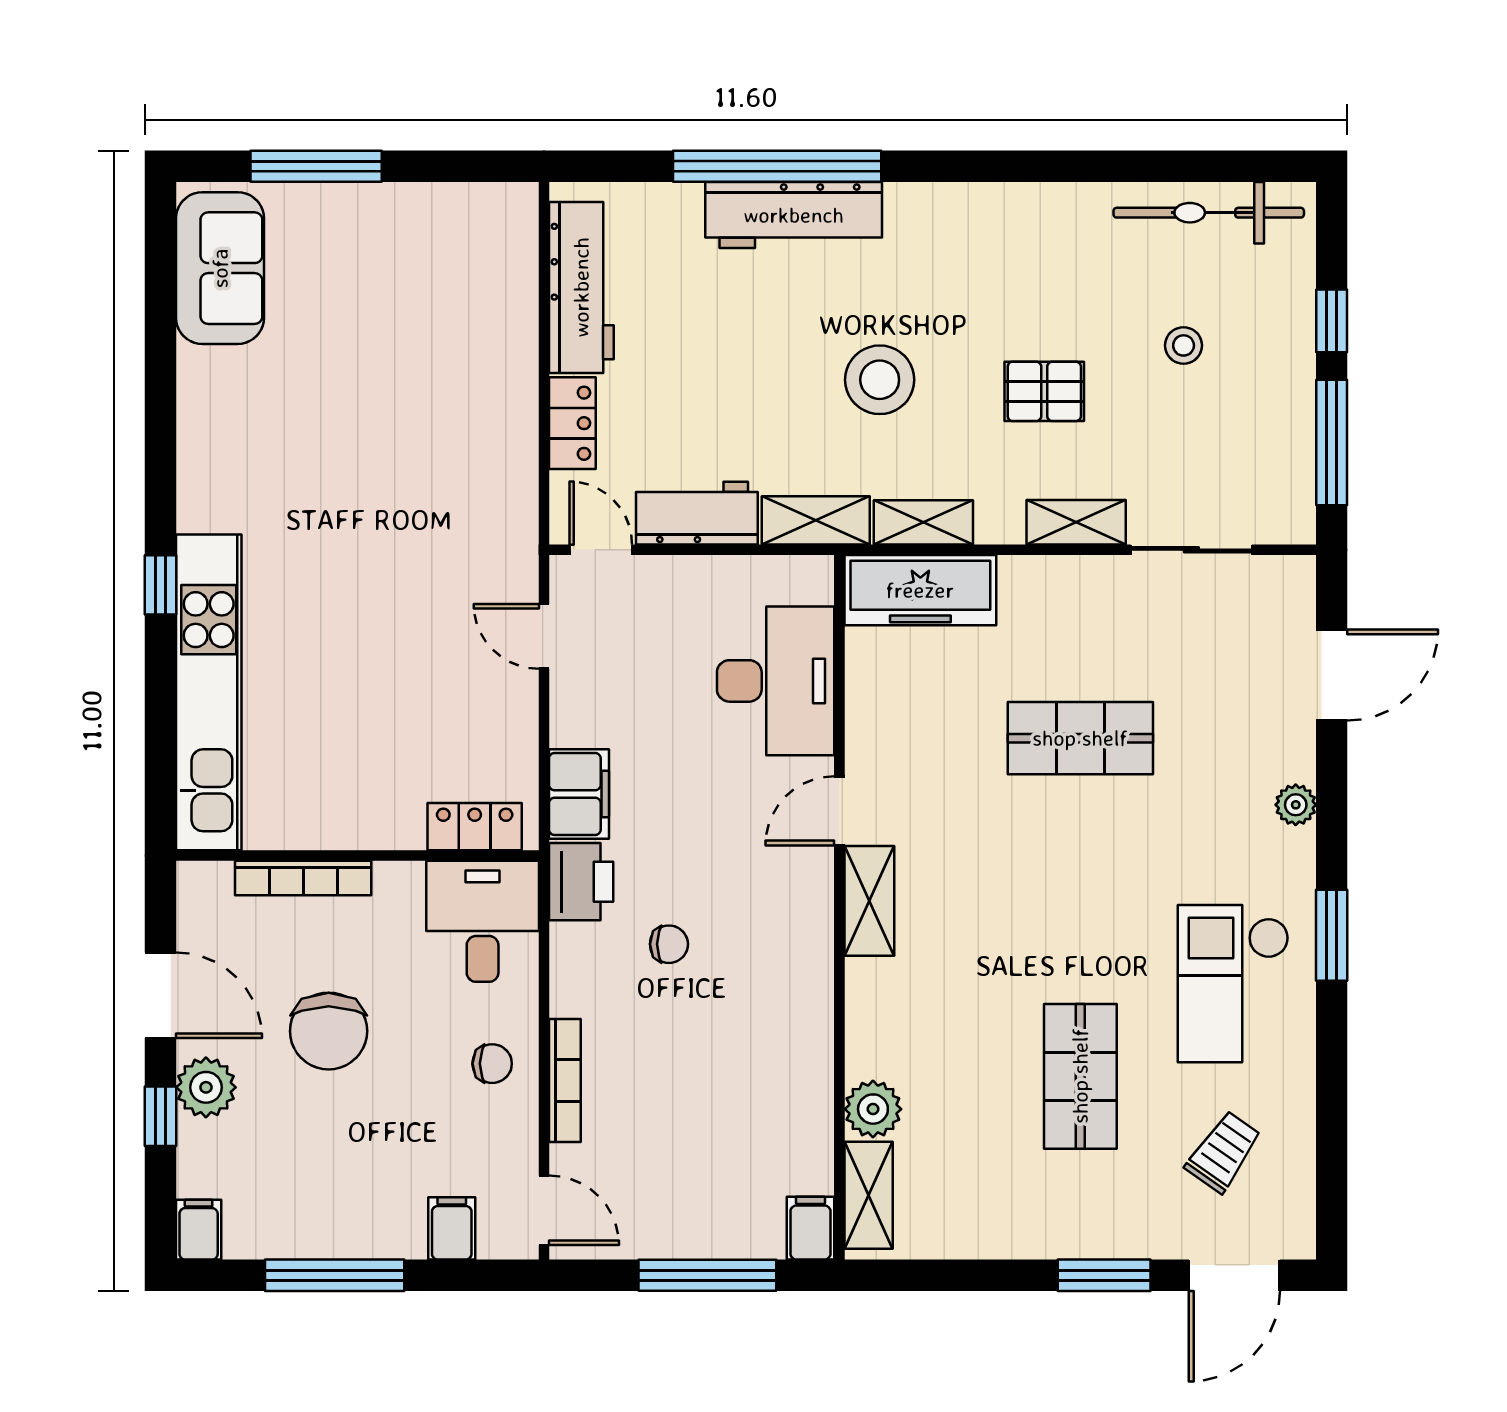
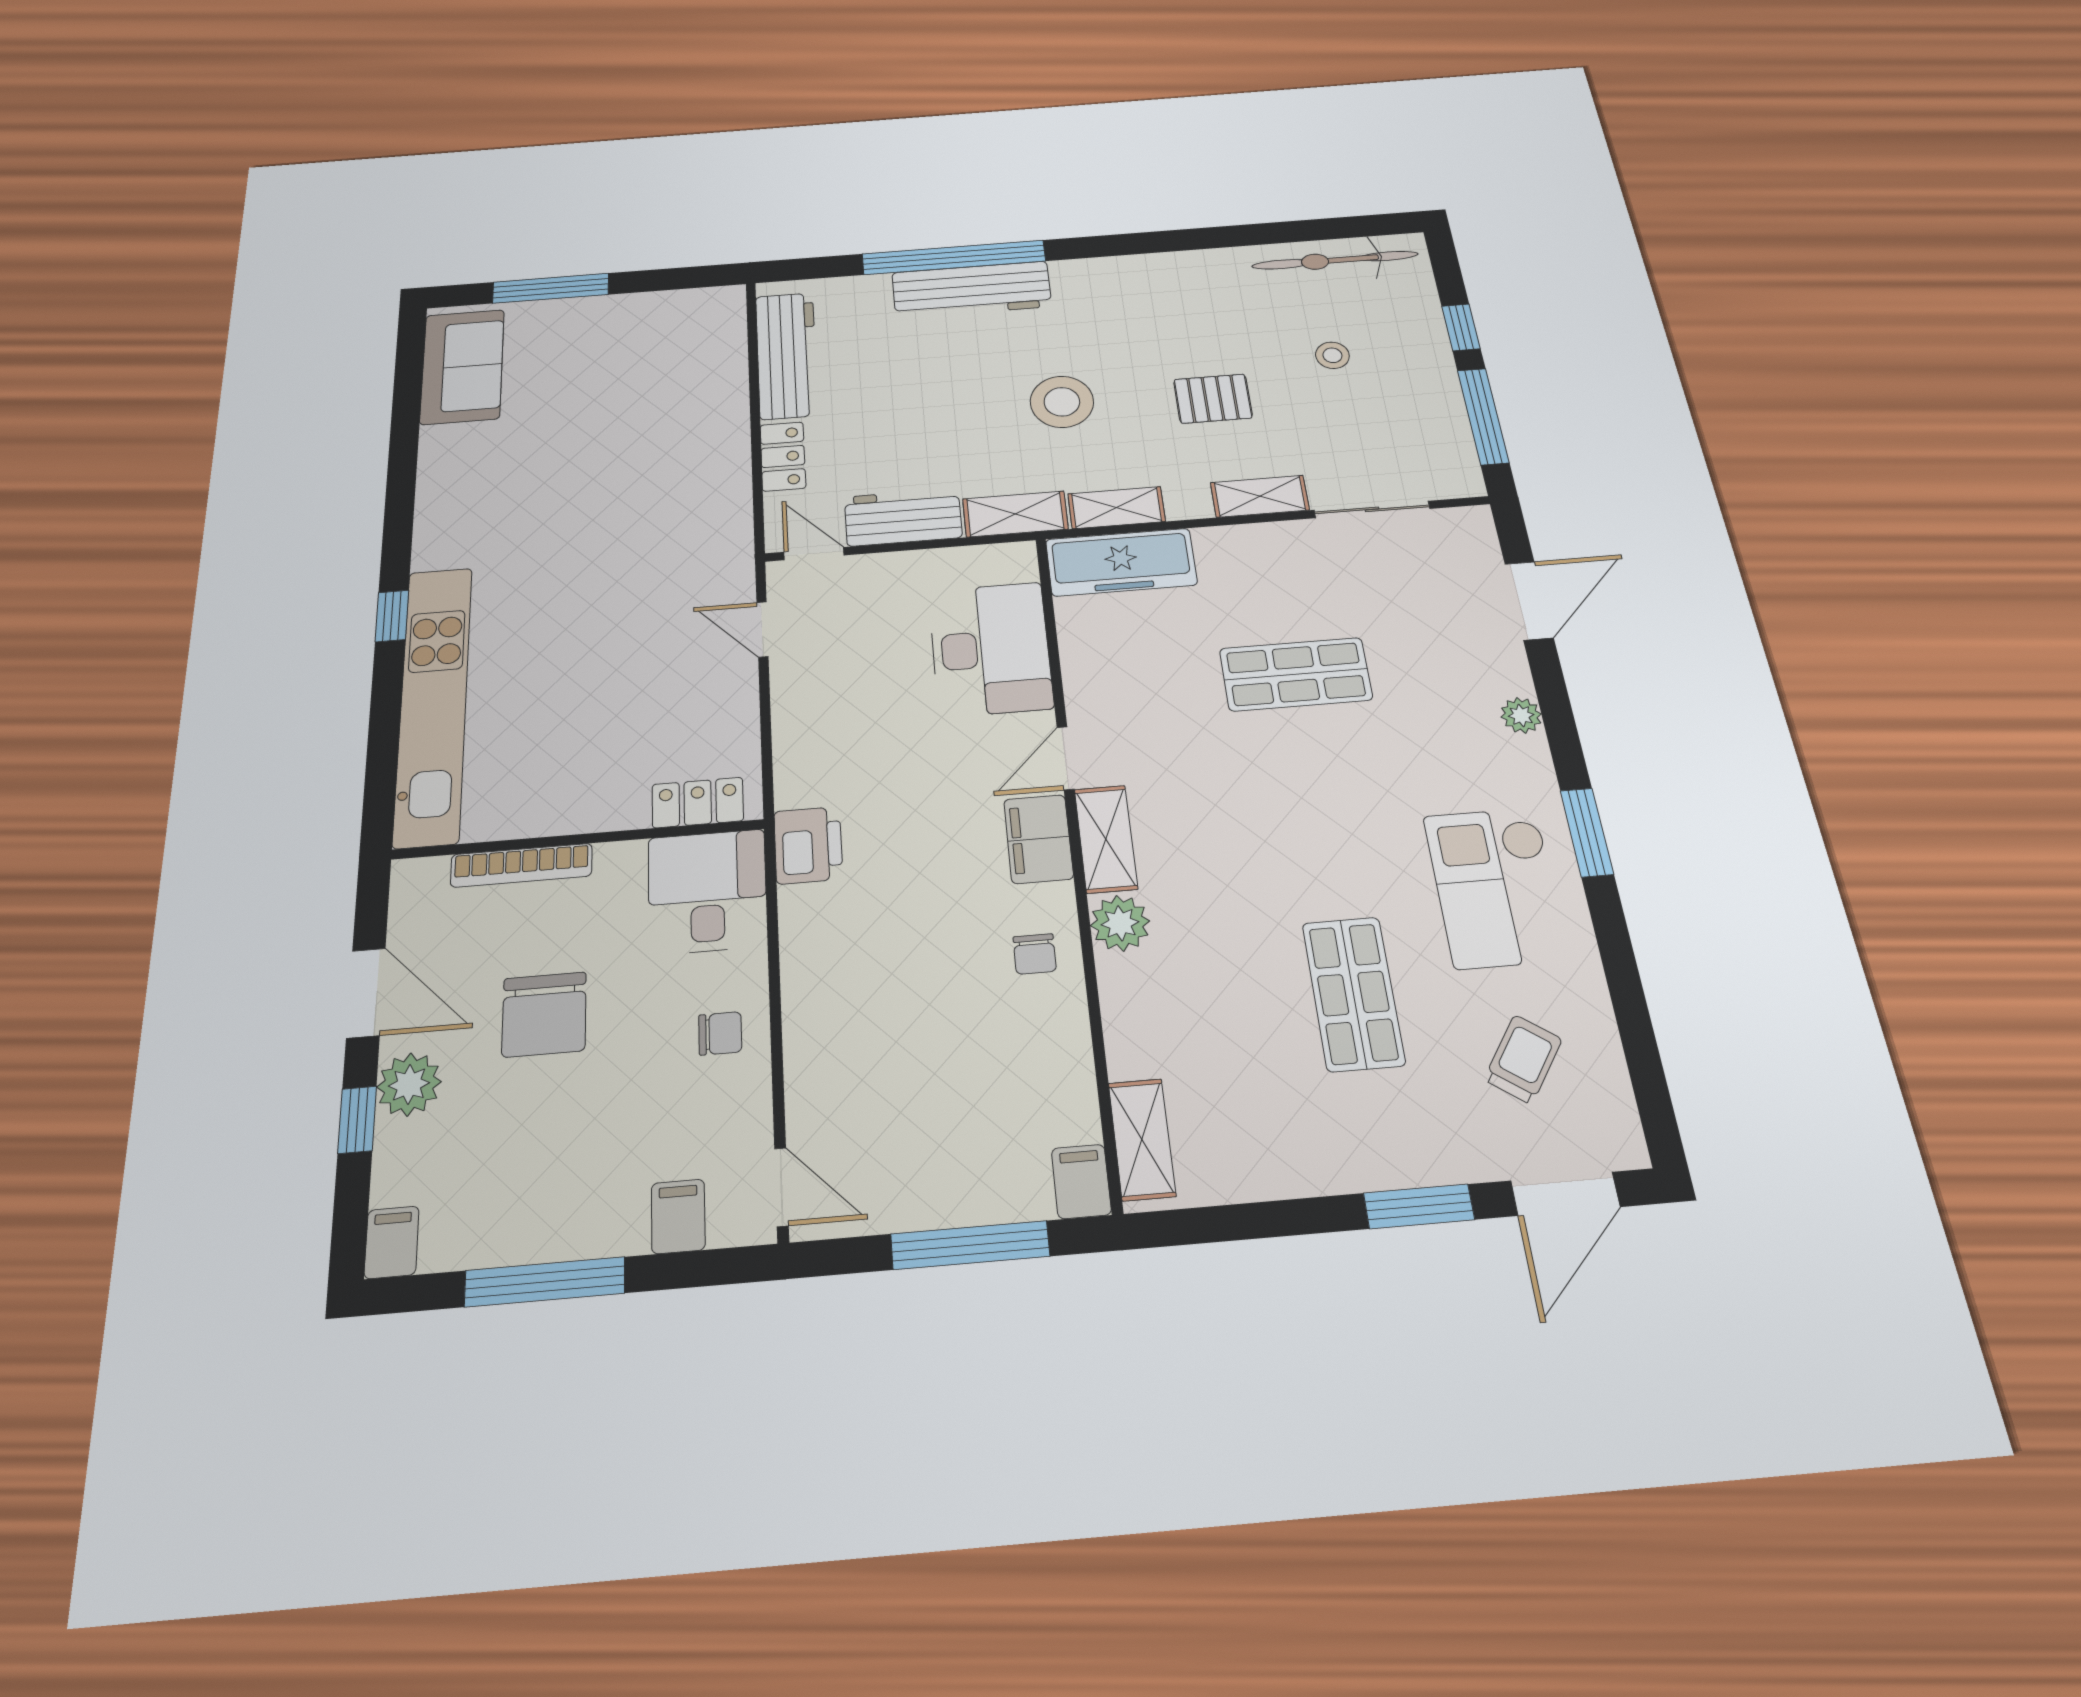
filing cabinet: (579, 794) -> (1038, 839), moved, turned 180
chair: (669, 944) -> (1035, 954), moved, turned 90
bookcase: (565, 1081) -> (799, 1044), removed
plant: (873, 1109) -> (1120, 923), moved

